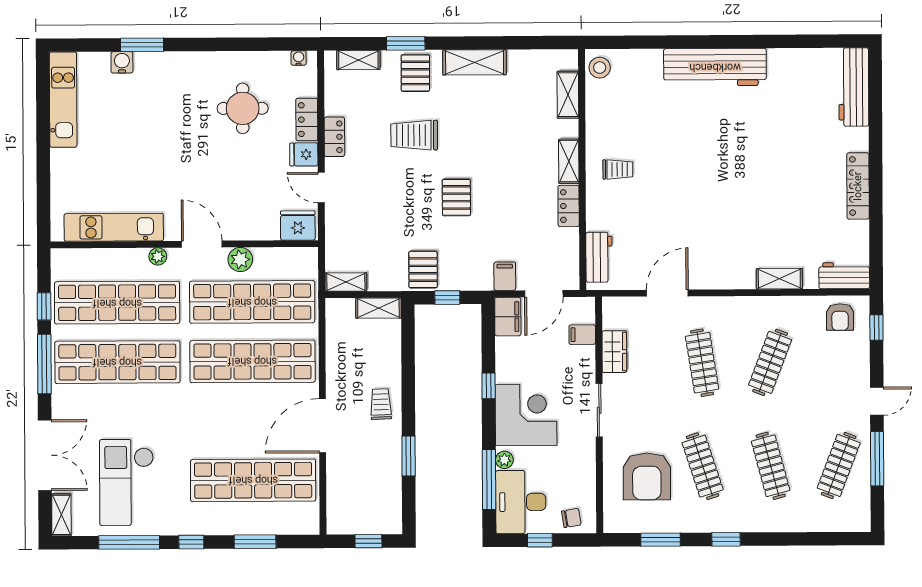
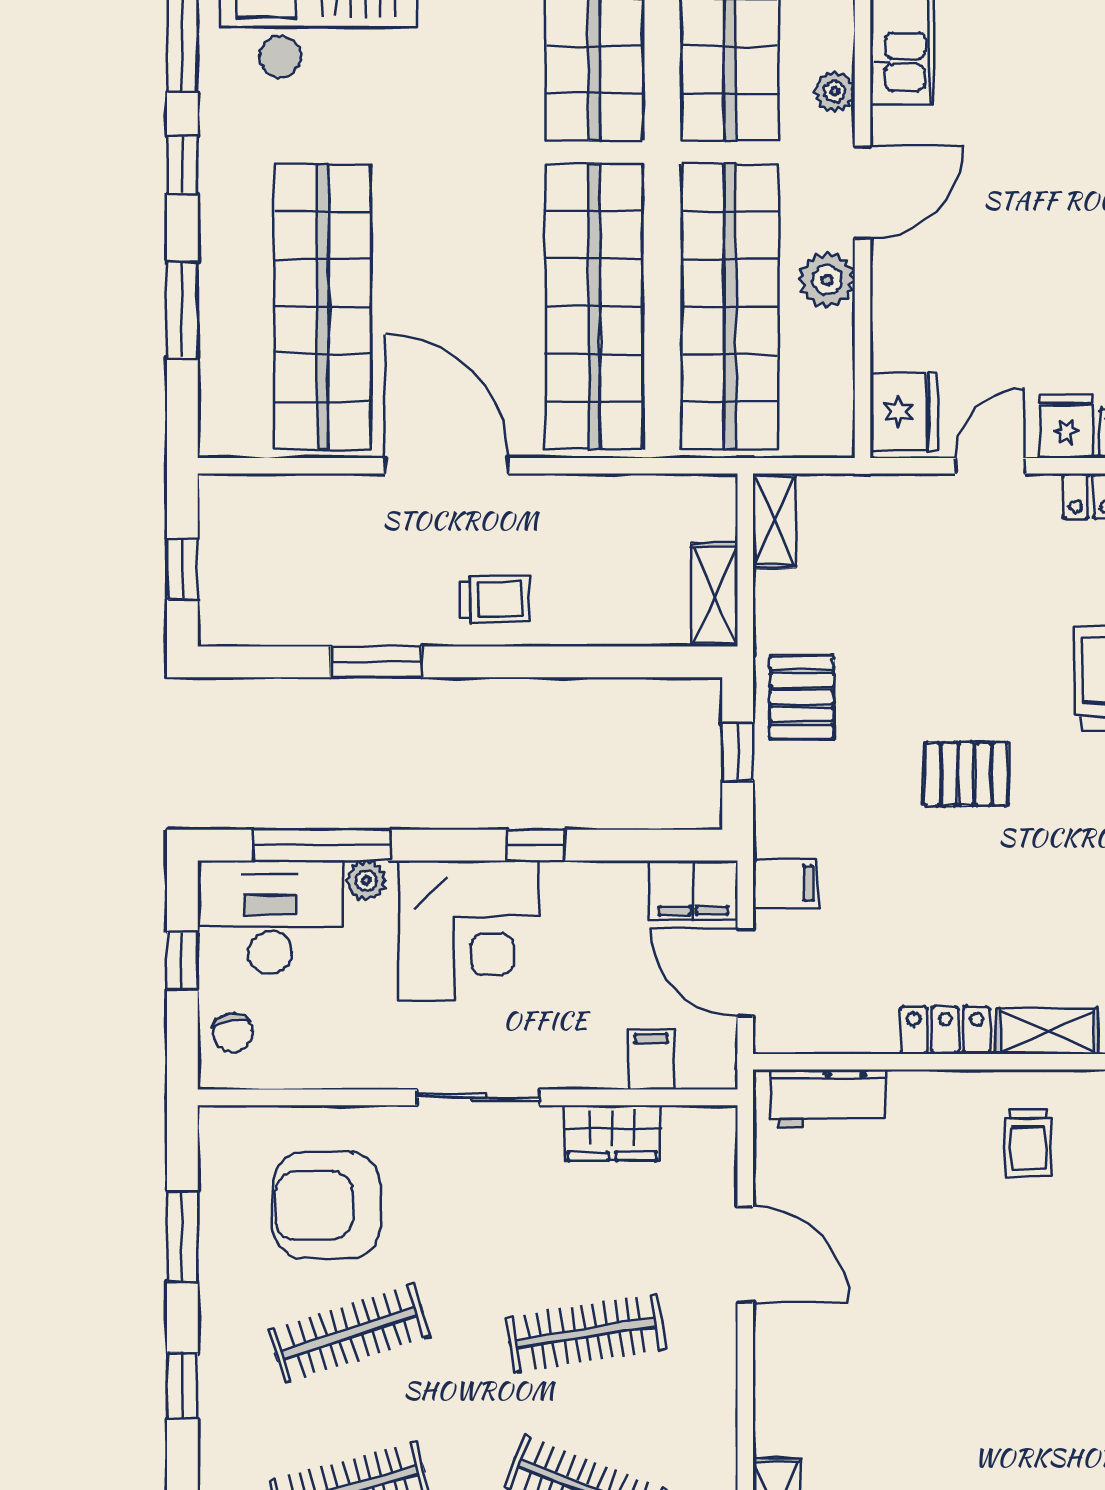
pallet: (423, 270) -> (802, 697), turned 90

